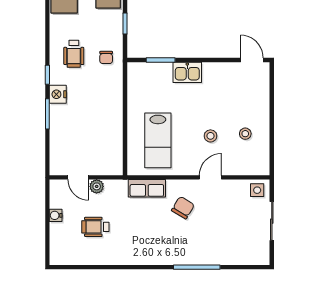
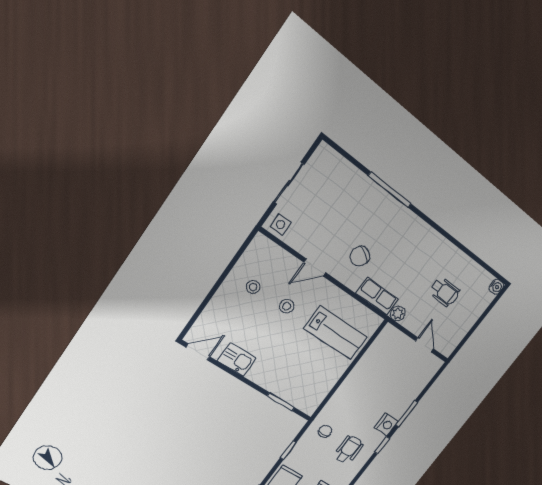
door: (252, 60) -> (198, 352), swing flipped
kitchen sink: (187, 72) -> (237, 359), moved
lab bench: (158, 140) -> (336, 333), turned 90
plant: (97, 186) -> (398, 314), moved
water cooler: (56, 215) -> (496, 287), moved

